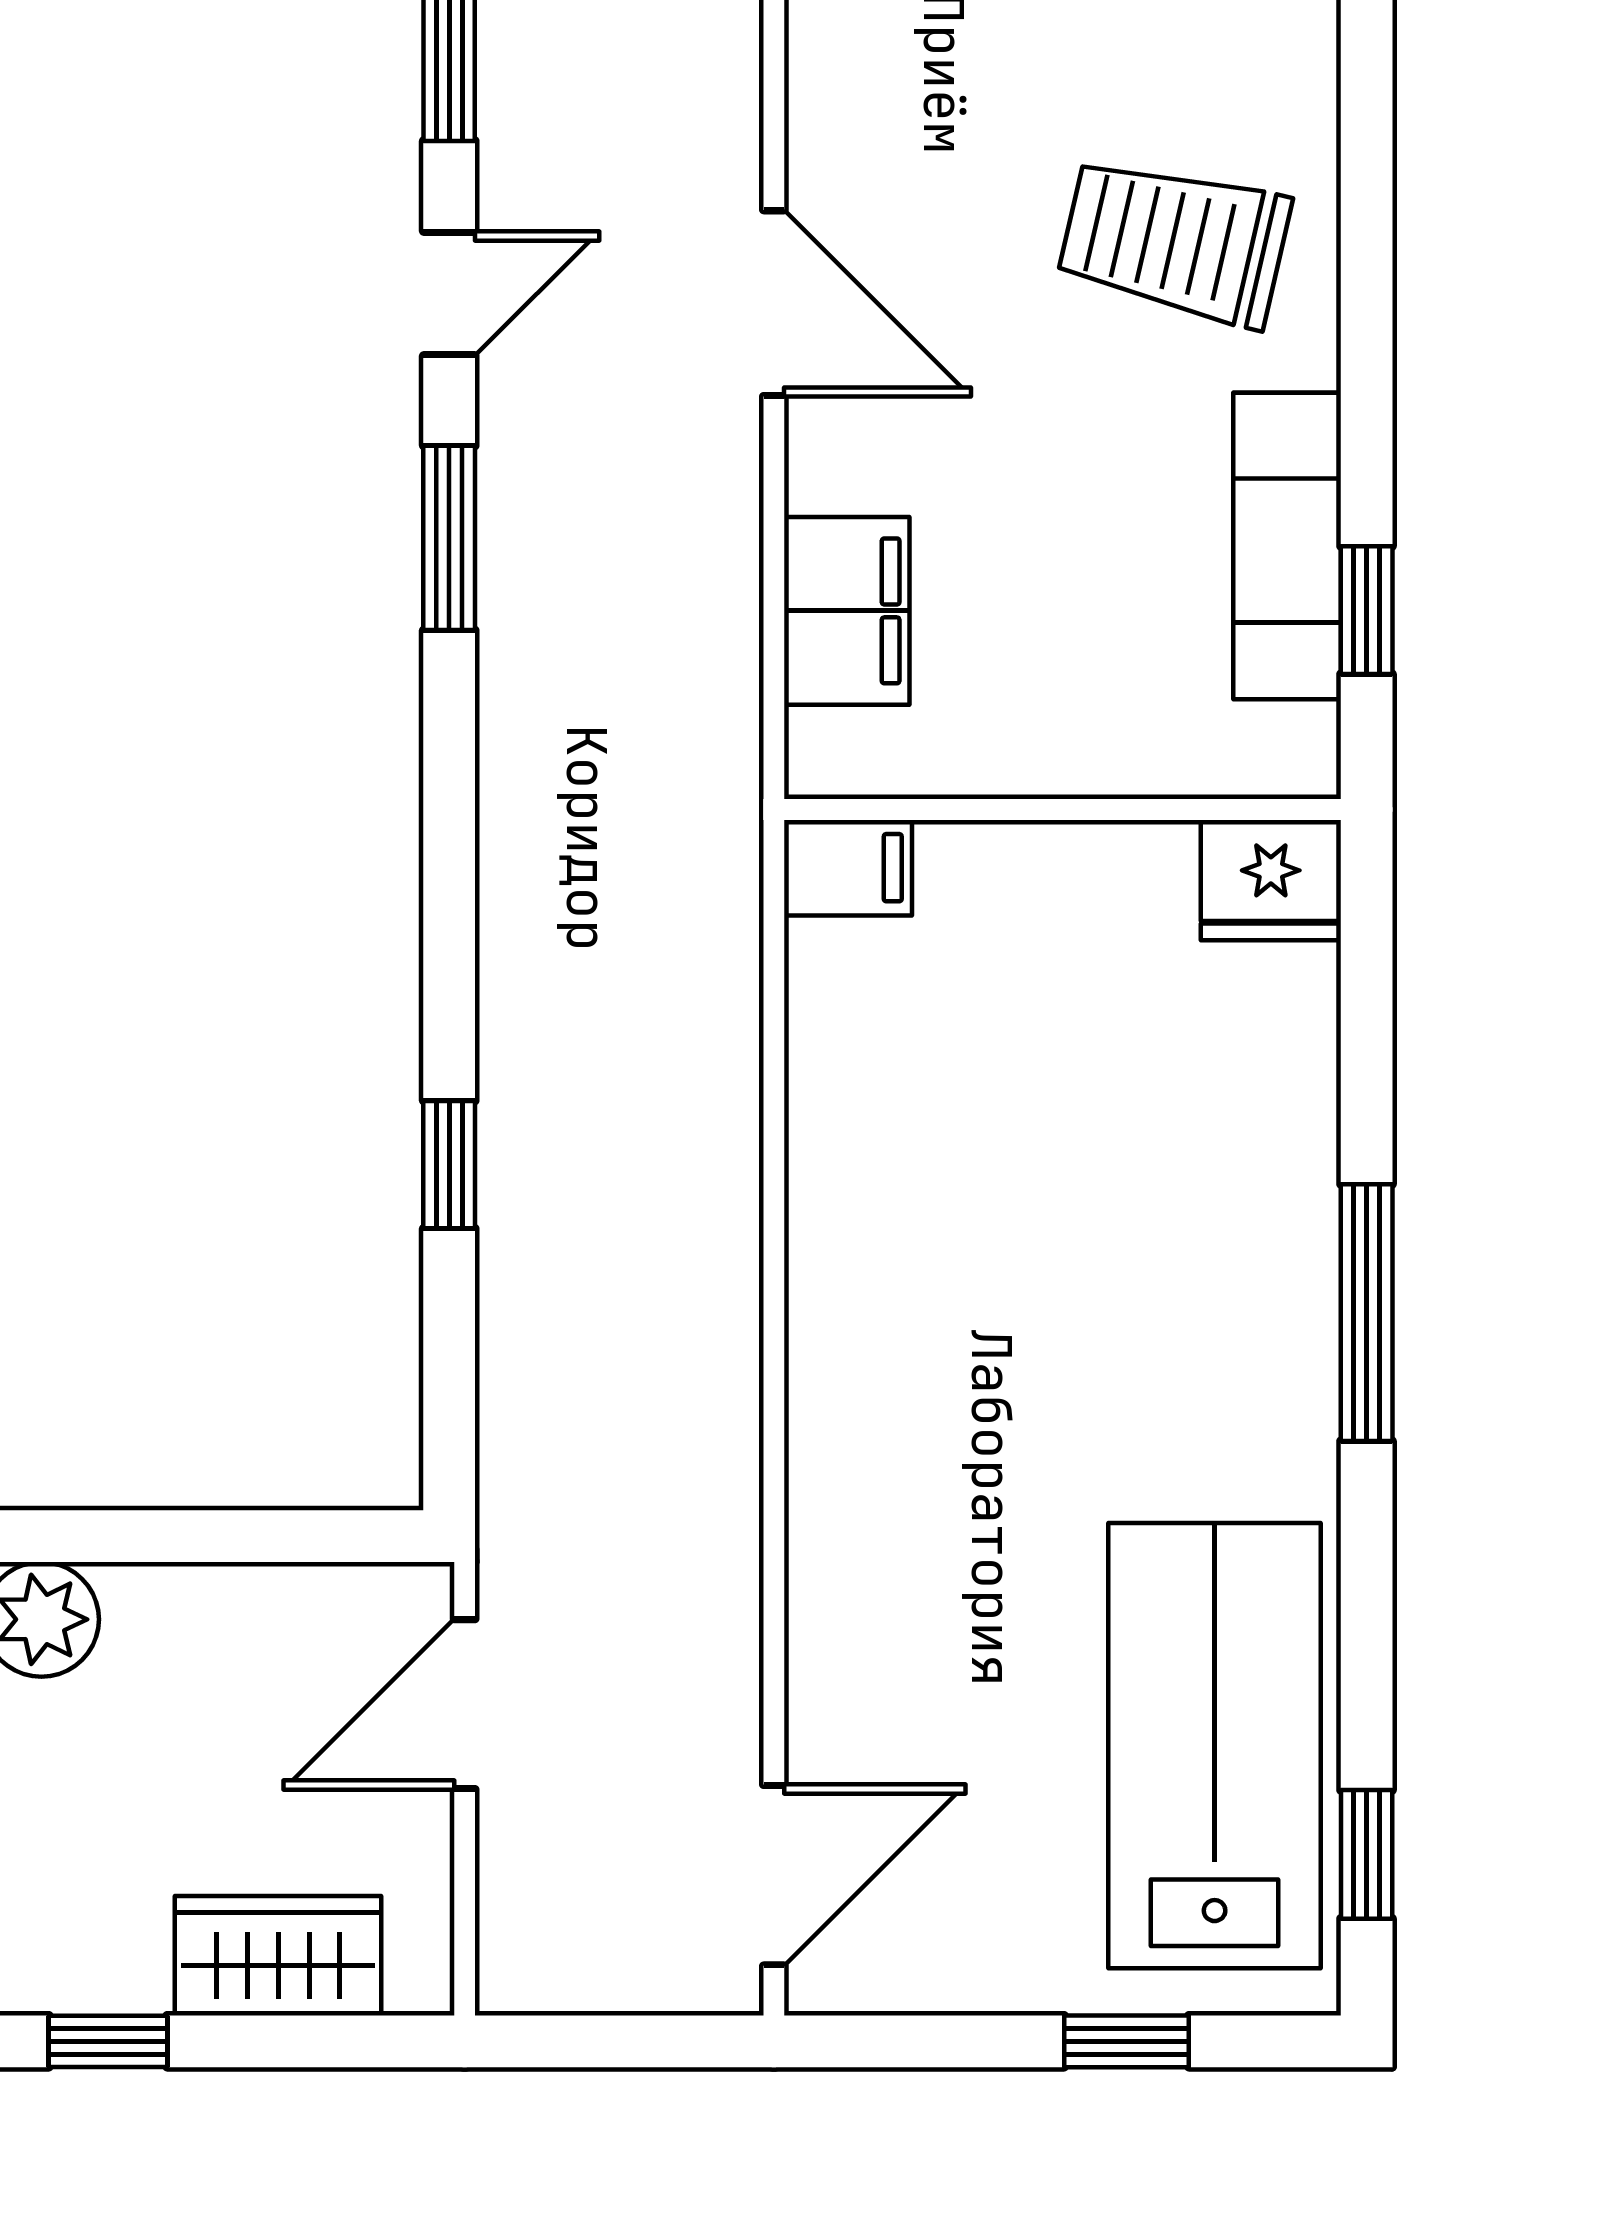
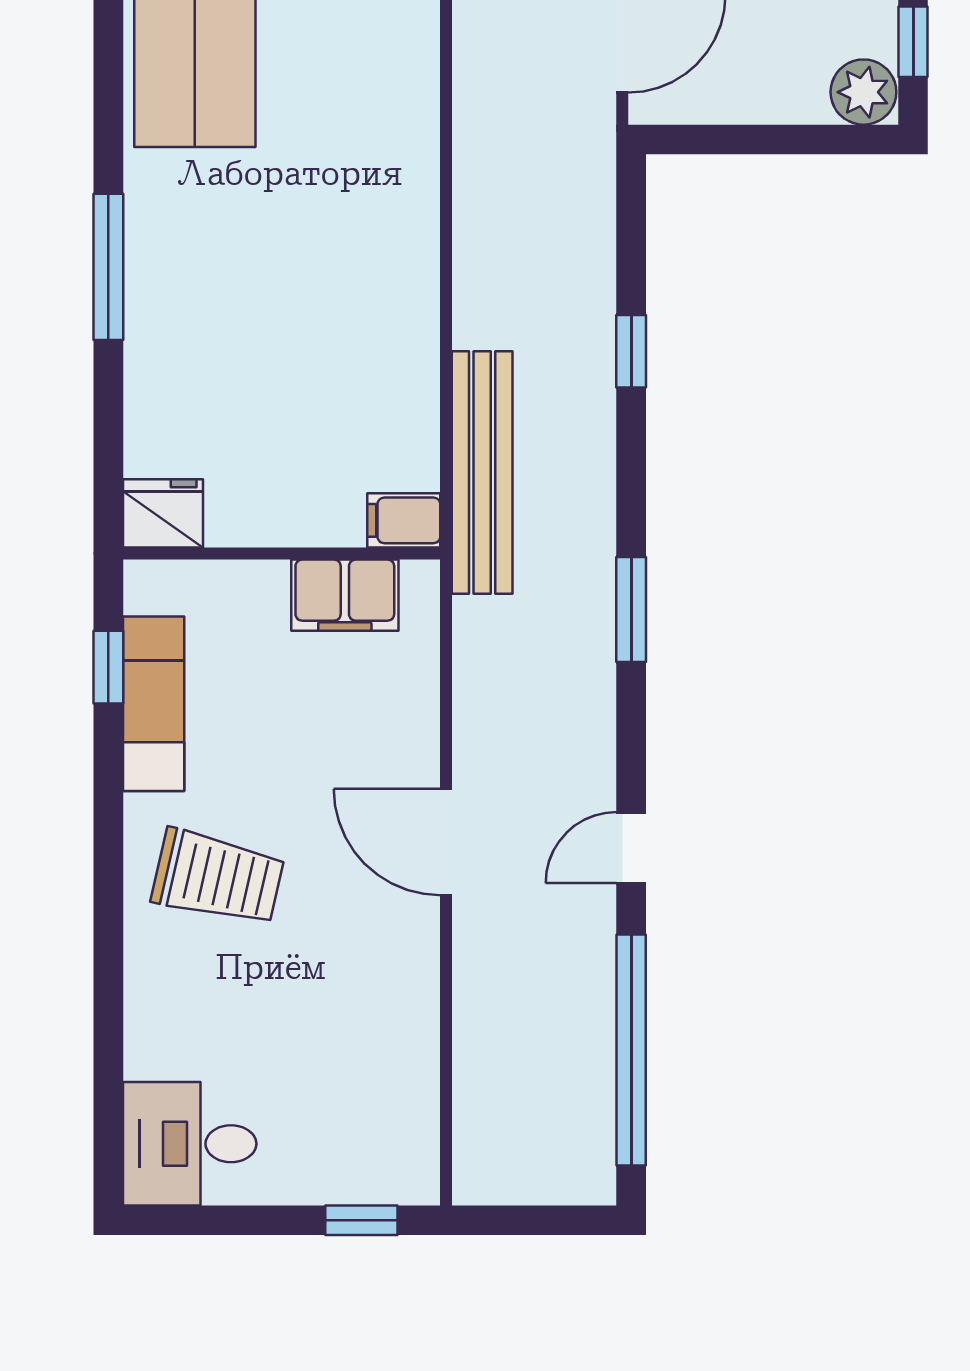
window: (449, 538) -> (631, 610), moved
filing cabinet: (847, 611) -> (345, 595), moved, turned -90
bench: (711, 952) -> (482, 472), added

